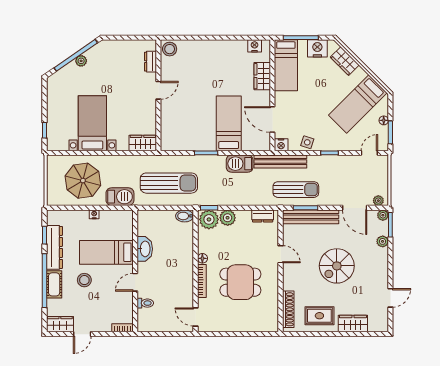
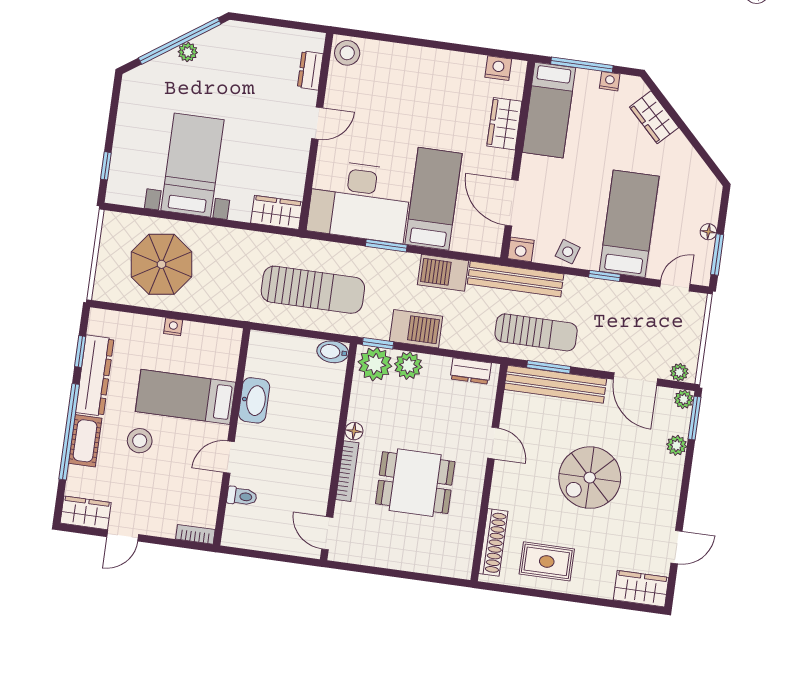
nightstand: (317, 48) -> (610, 81), width x0.53, depth x0.56
bed: (358, 104) -> (629, 224), moved, turned 135
desk: (188, 130) -> (359, 201), added
barbecue: (120, 197) -> (416, 329), moved
wardrobe: (353, 324) -> (641, 589), moved

